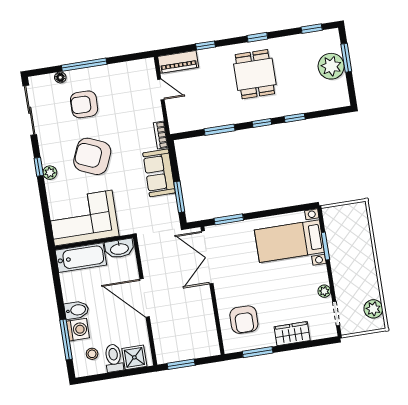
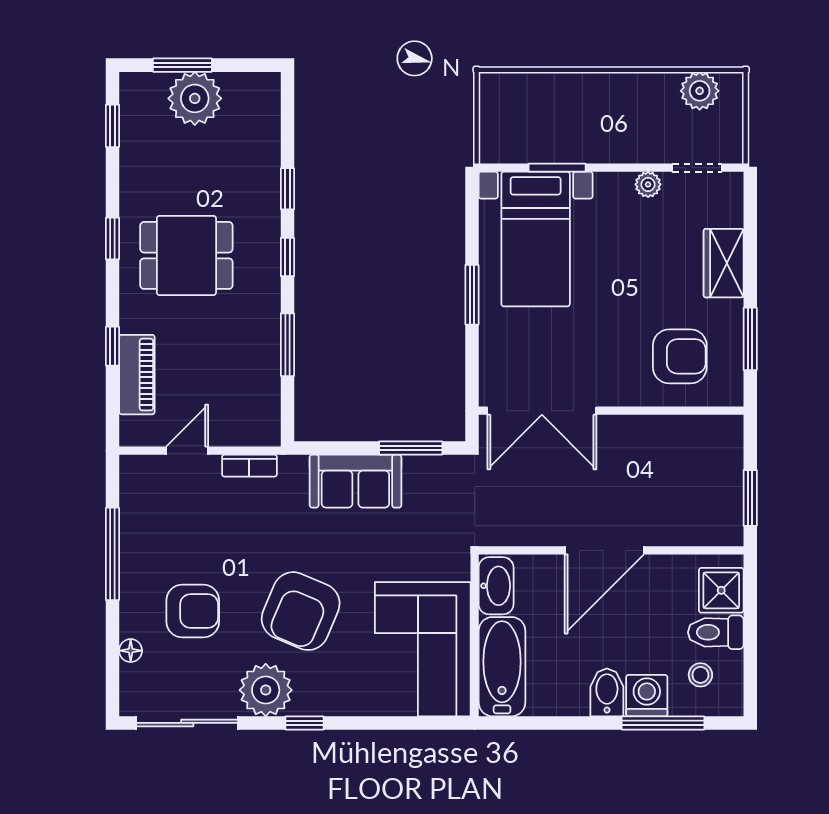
piano: (178, 62) -> (137, 375), moved
window: (84, 65) -> (112, 554), moved
armchair: (84, 104) -> (193, 611), turned -91
bookcase: (161, 135) -> (249, 466), moved
plant: (50, 173) -> (266, 690), moved, width x1.87, depth x1.87
window: (229, 219) -> (472, 295), moved

